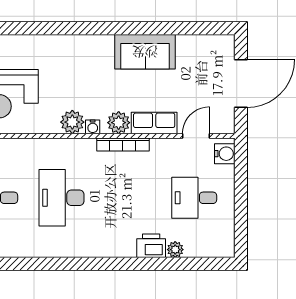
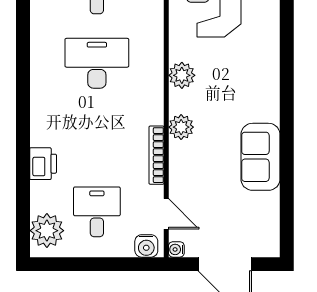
row of seats: (154, 123) -> (181, 167), removed
water cooler: (93, 127) -> (176, 249), moved
bookcase: (123, 145) -> (156, 155), moved
plant: (175, 250) -> (47, 231), moved, width x1.87, depth x1.87

